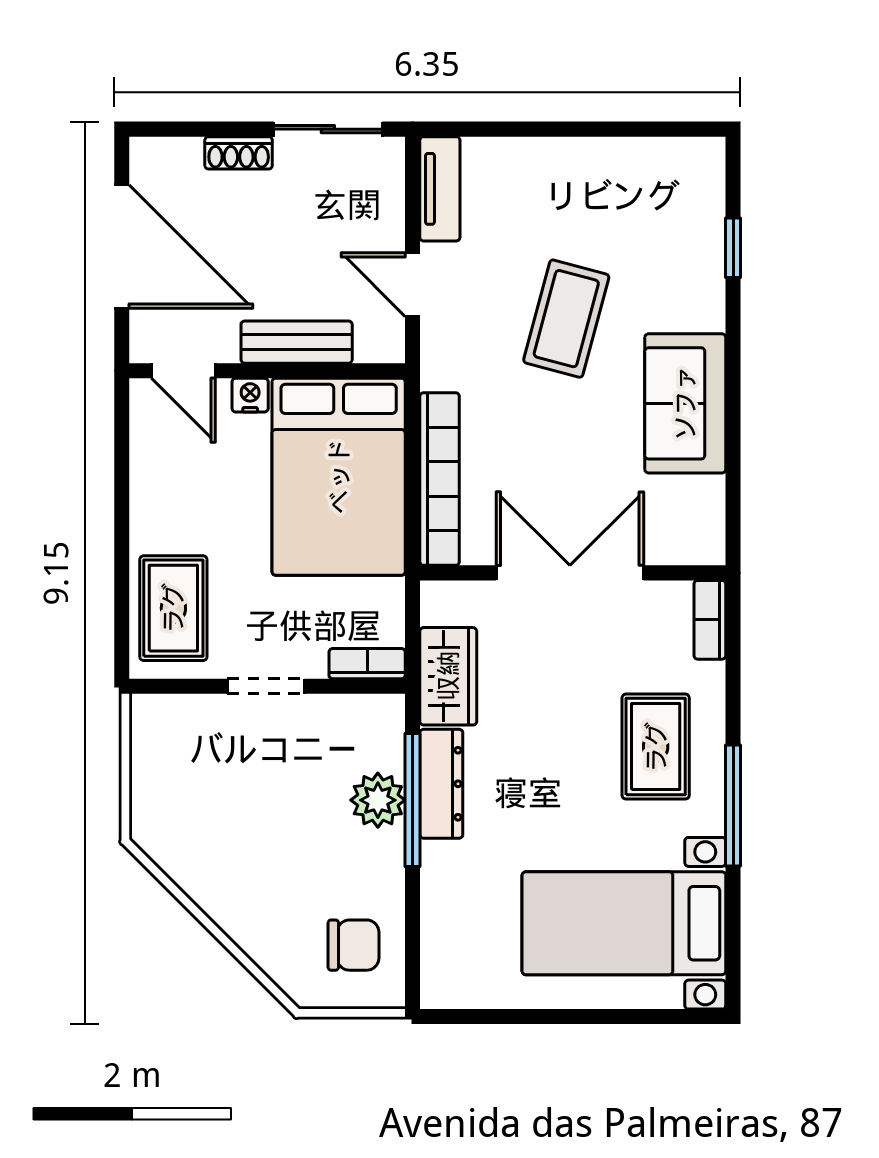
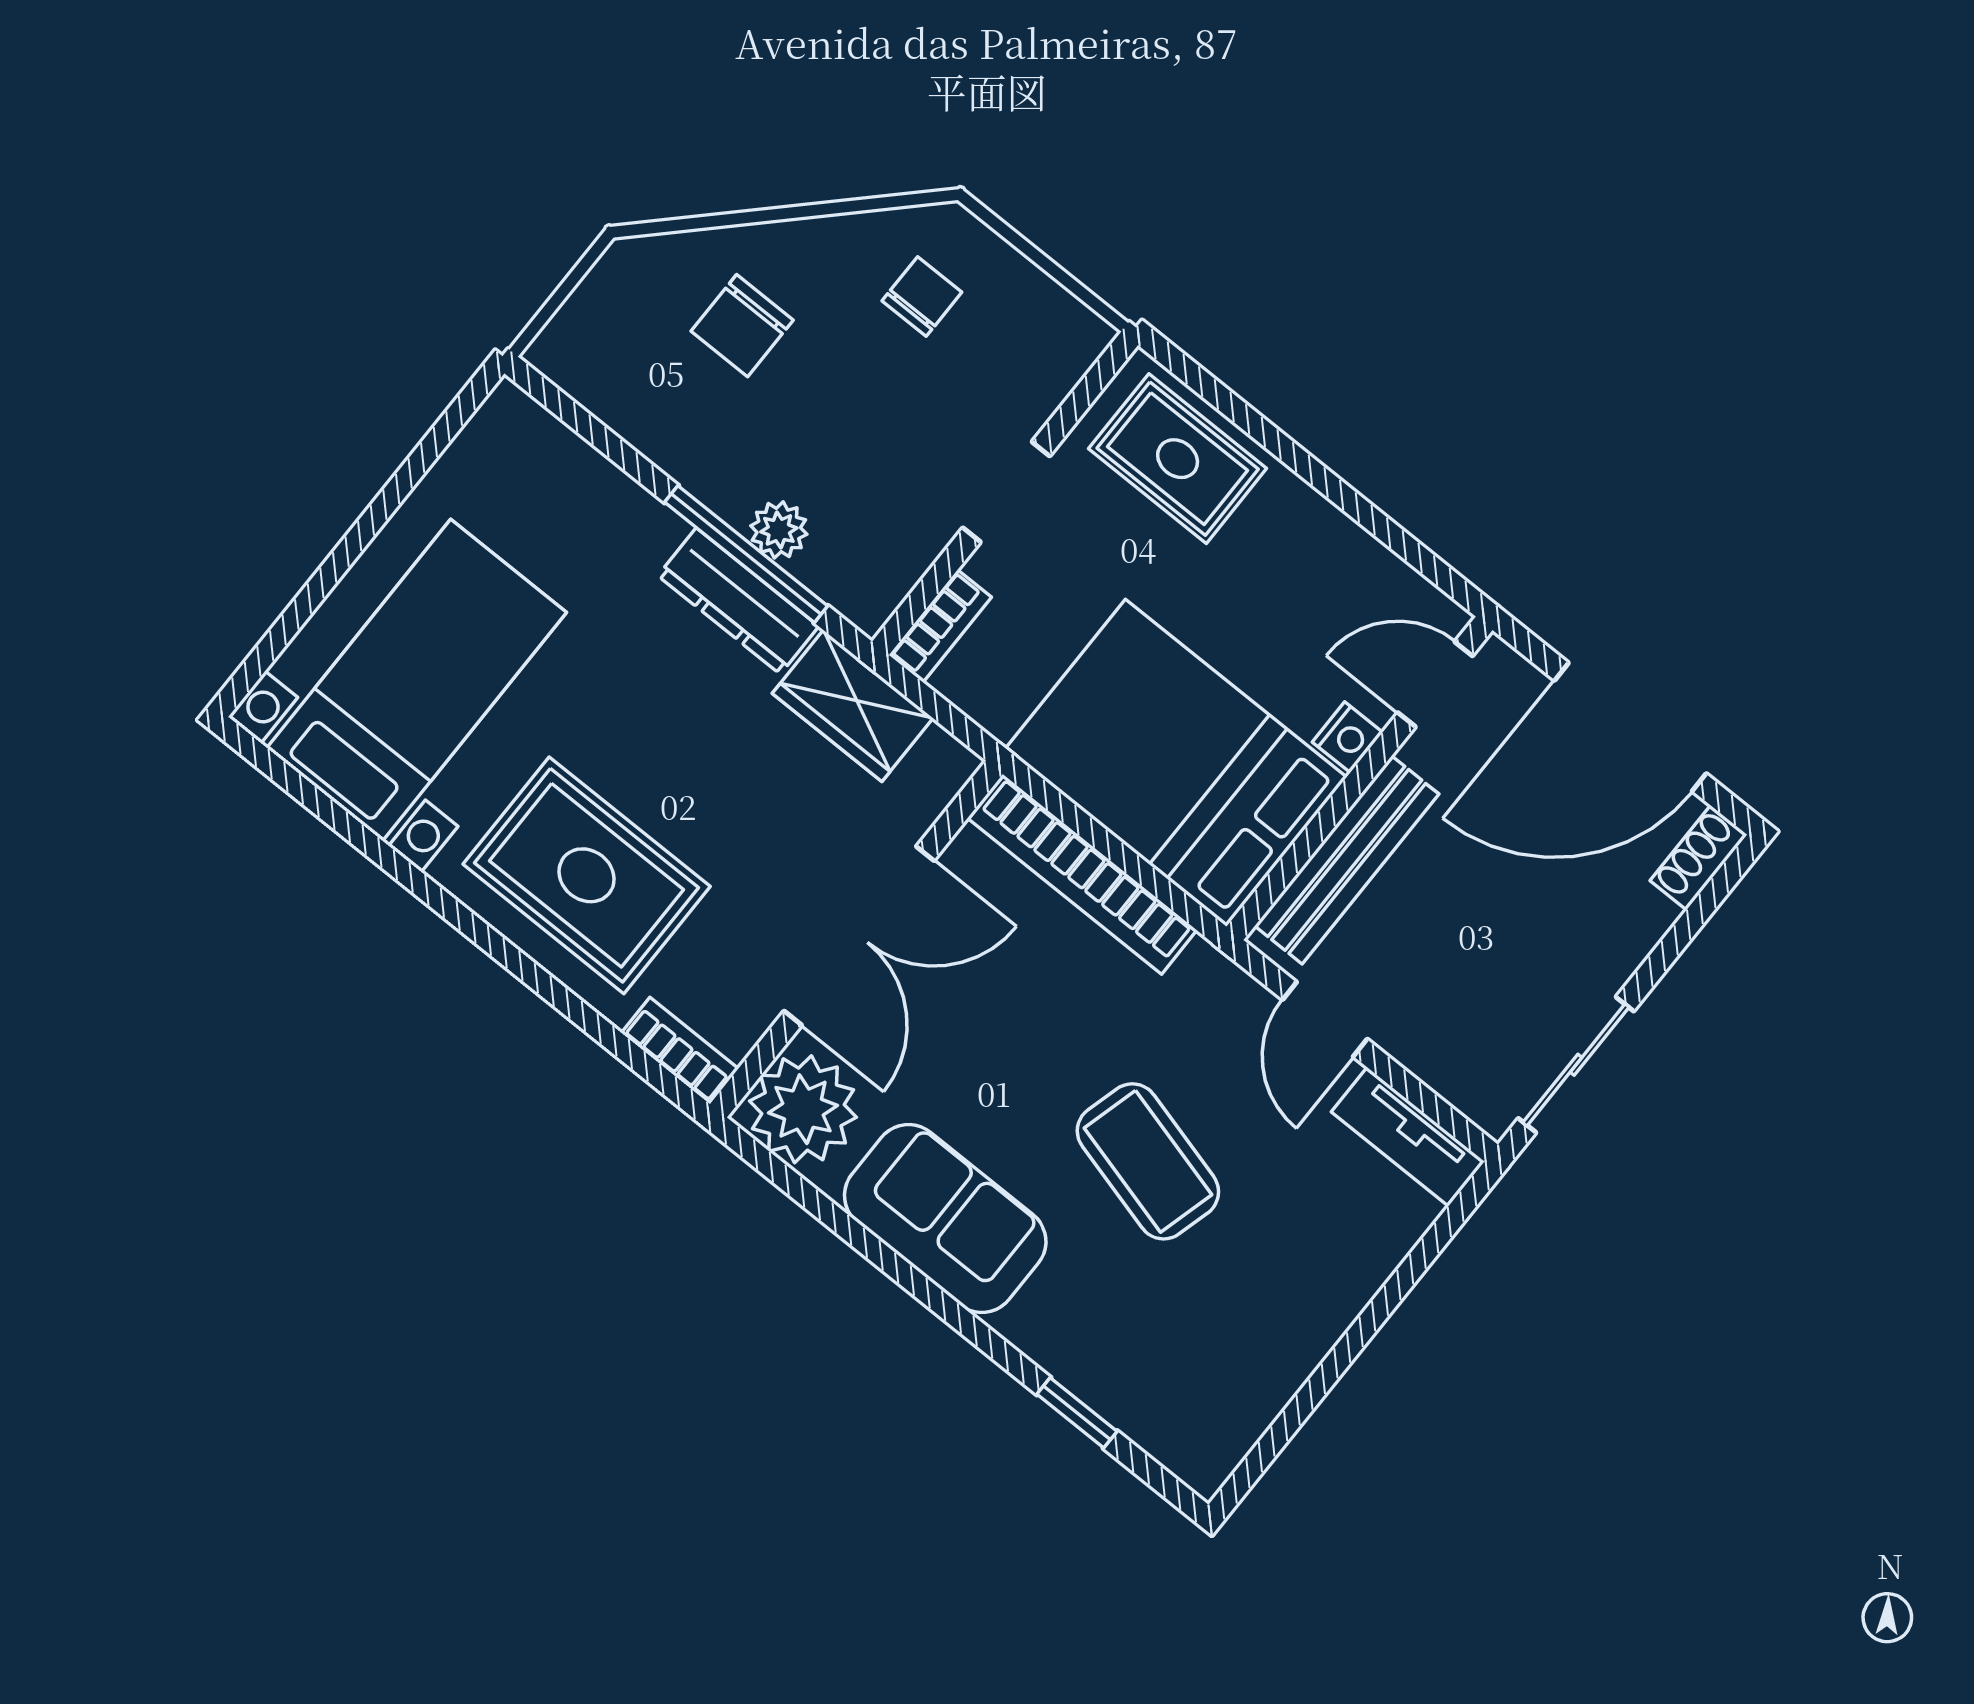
shoe rack: (239, 153) -> (1699, 858), moved
door: (413, 285) -> (1325, 1019), swing flipped
bench: (297, 342) -> (1347, 860), width x1.36
plant: (688, 528) -> (803, 1109), added
rug: (656, 747) -> (587, 875), width x1.36, depth x1.43
plant: (378, 800) -> (779, 530), width x0.73, depth x0.73
window: (733, 806) -> (450, 909), removed
chair: (197, 817) -> (922, 296), added
chair: (354, 945) -> (742, 326), moved

